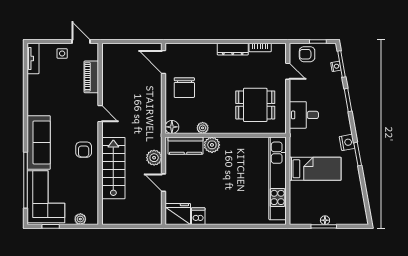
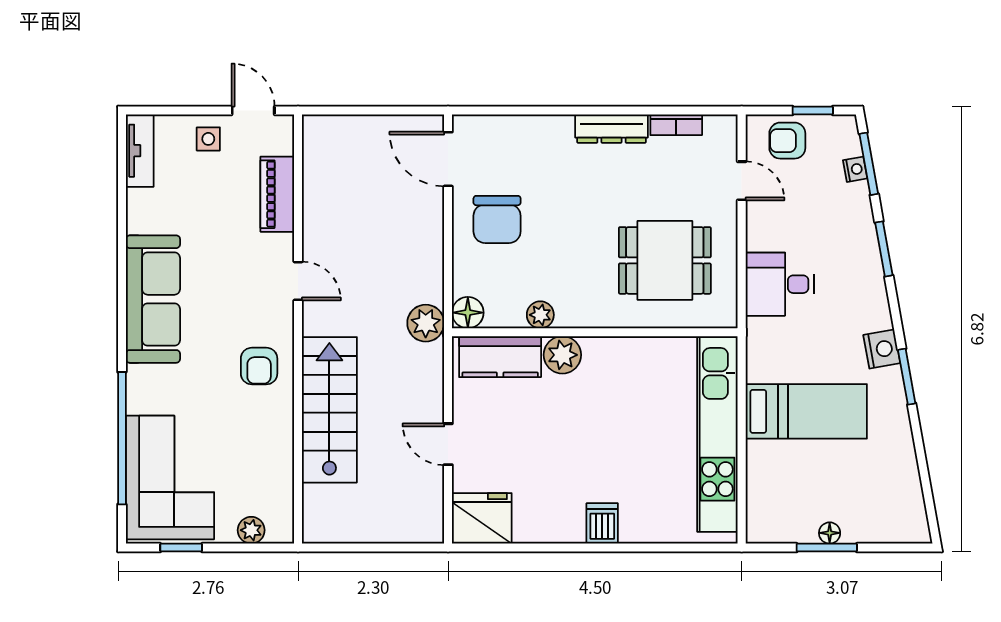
sofa: (39, 143) -> (153, 299), moved
plant: (154, 158) -> (426, 323), moved
dishwasher: (198, 216) -> (602, 523), moved

